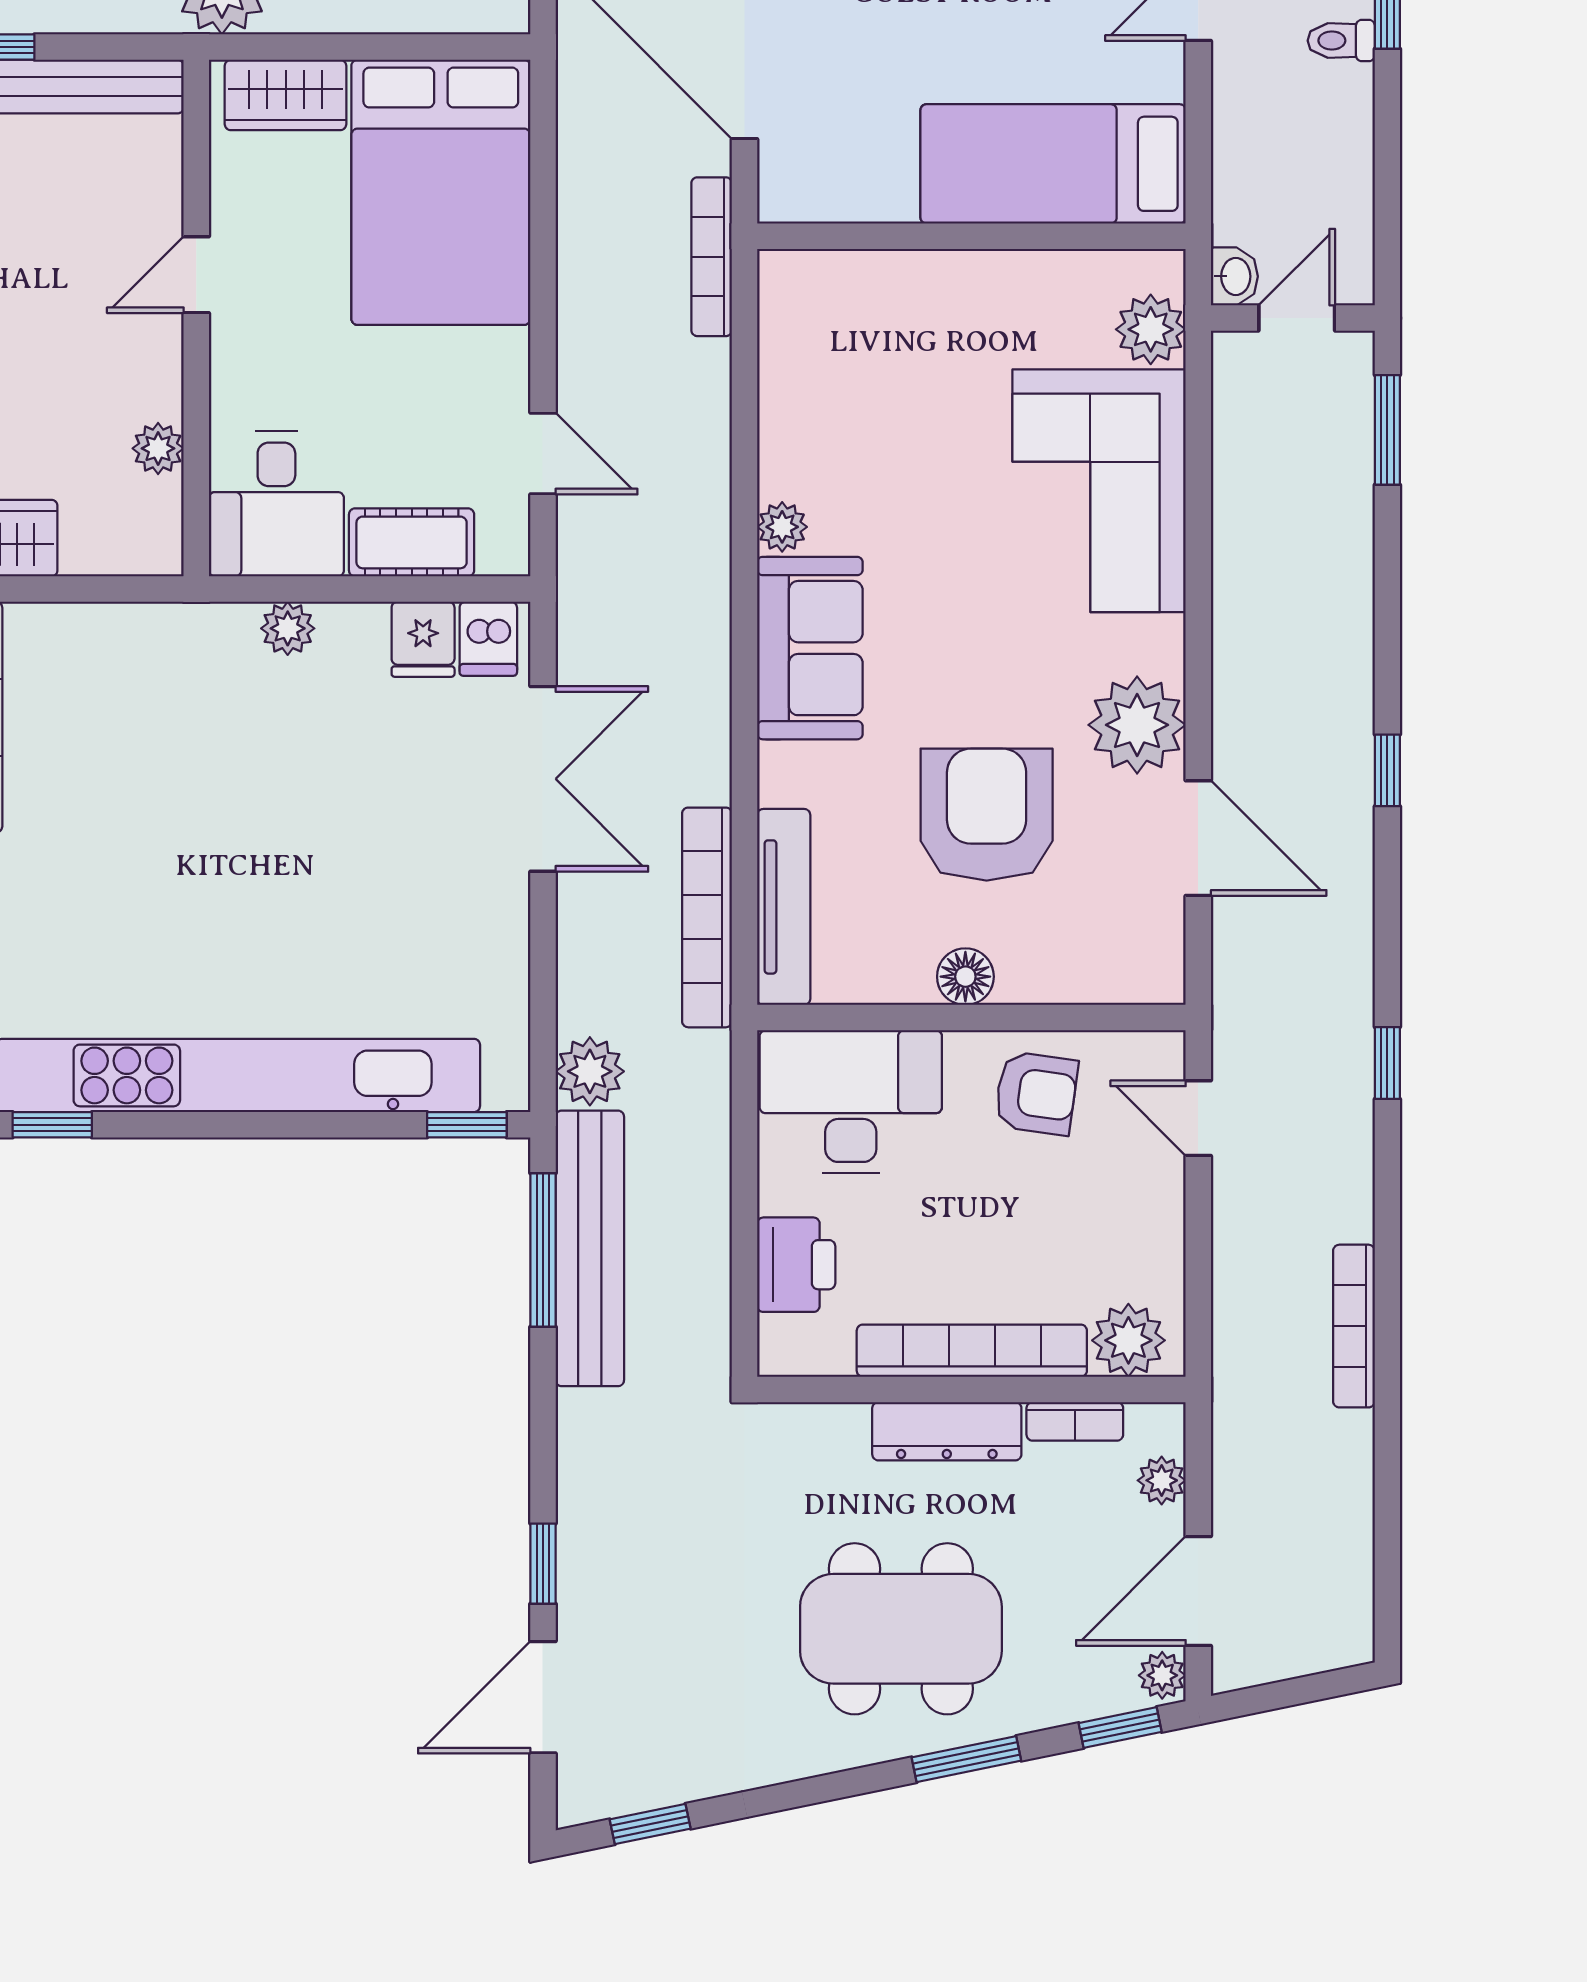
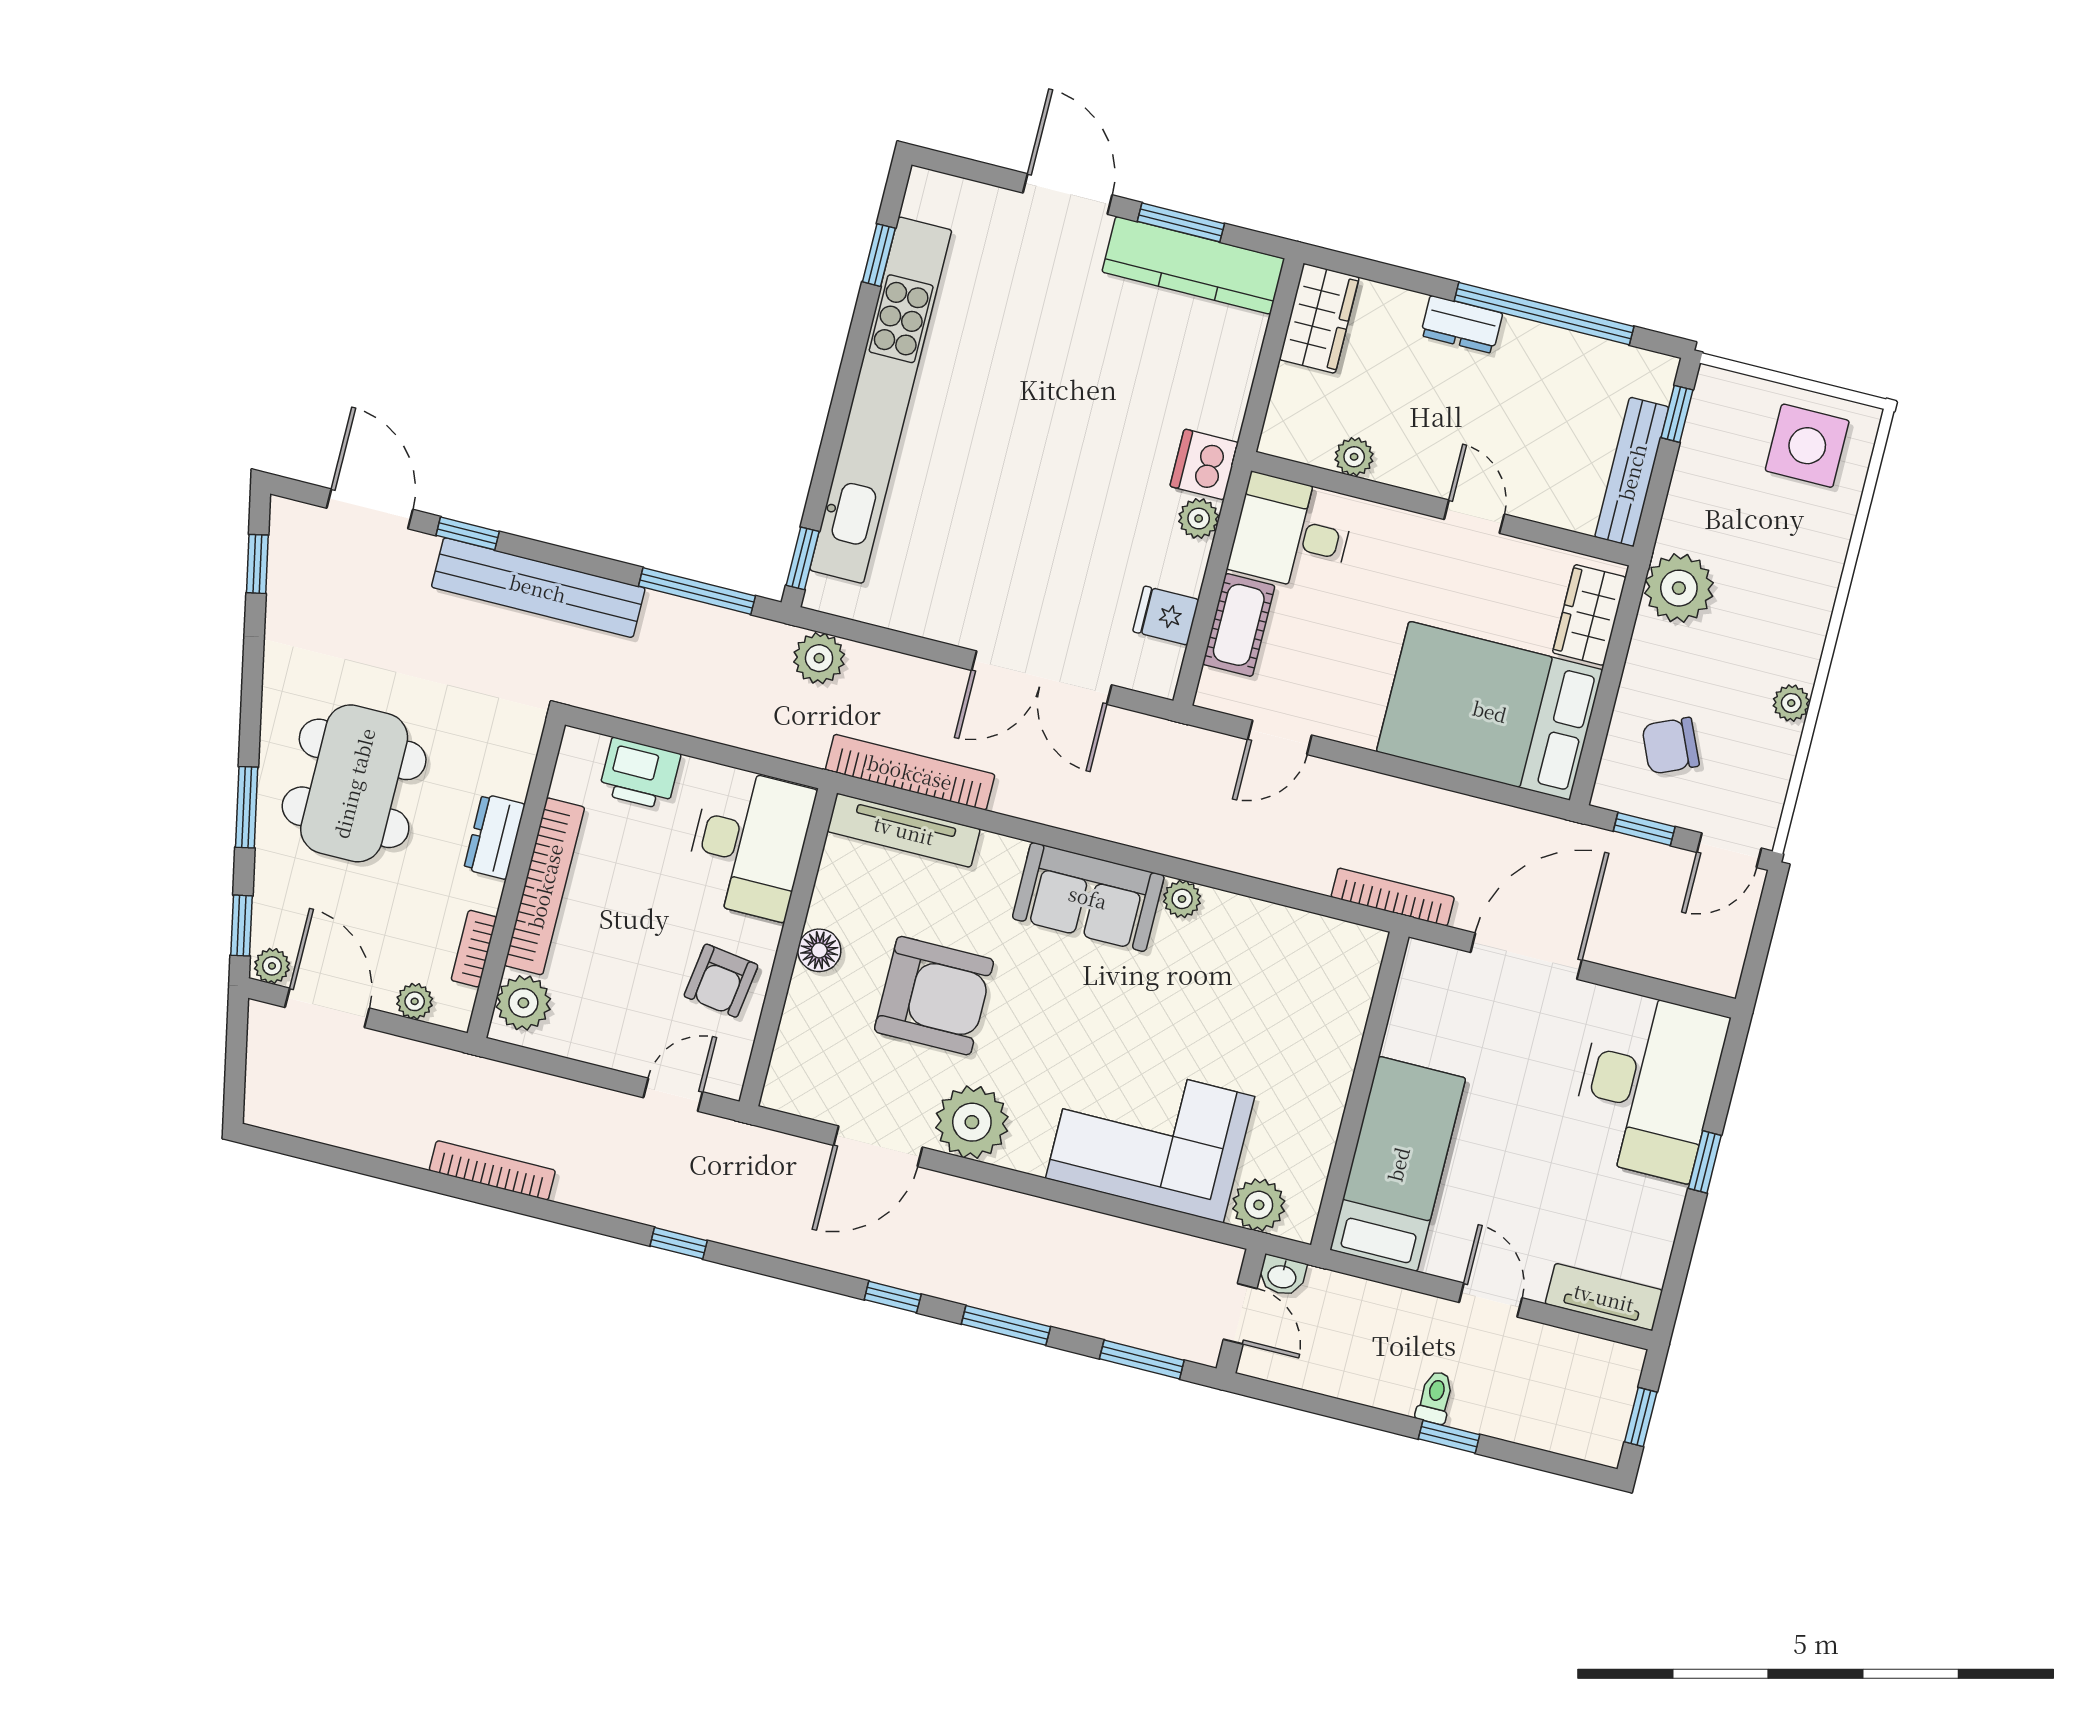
window: (1387, 616) -> (1006, 1325), added
dishwasher: (488, 639) -> (1204, 464), moved, width x1.38
bench: (590, 1248) -> (538, 588), moved
dresser: (947, 1431) -> (494, 837), width x0.70

